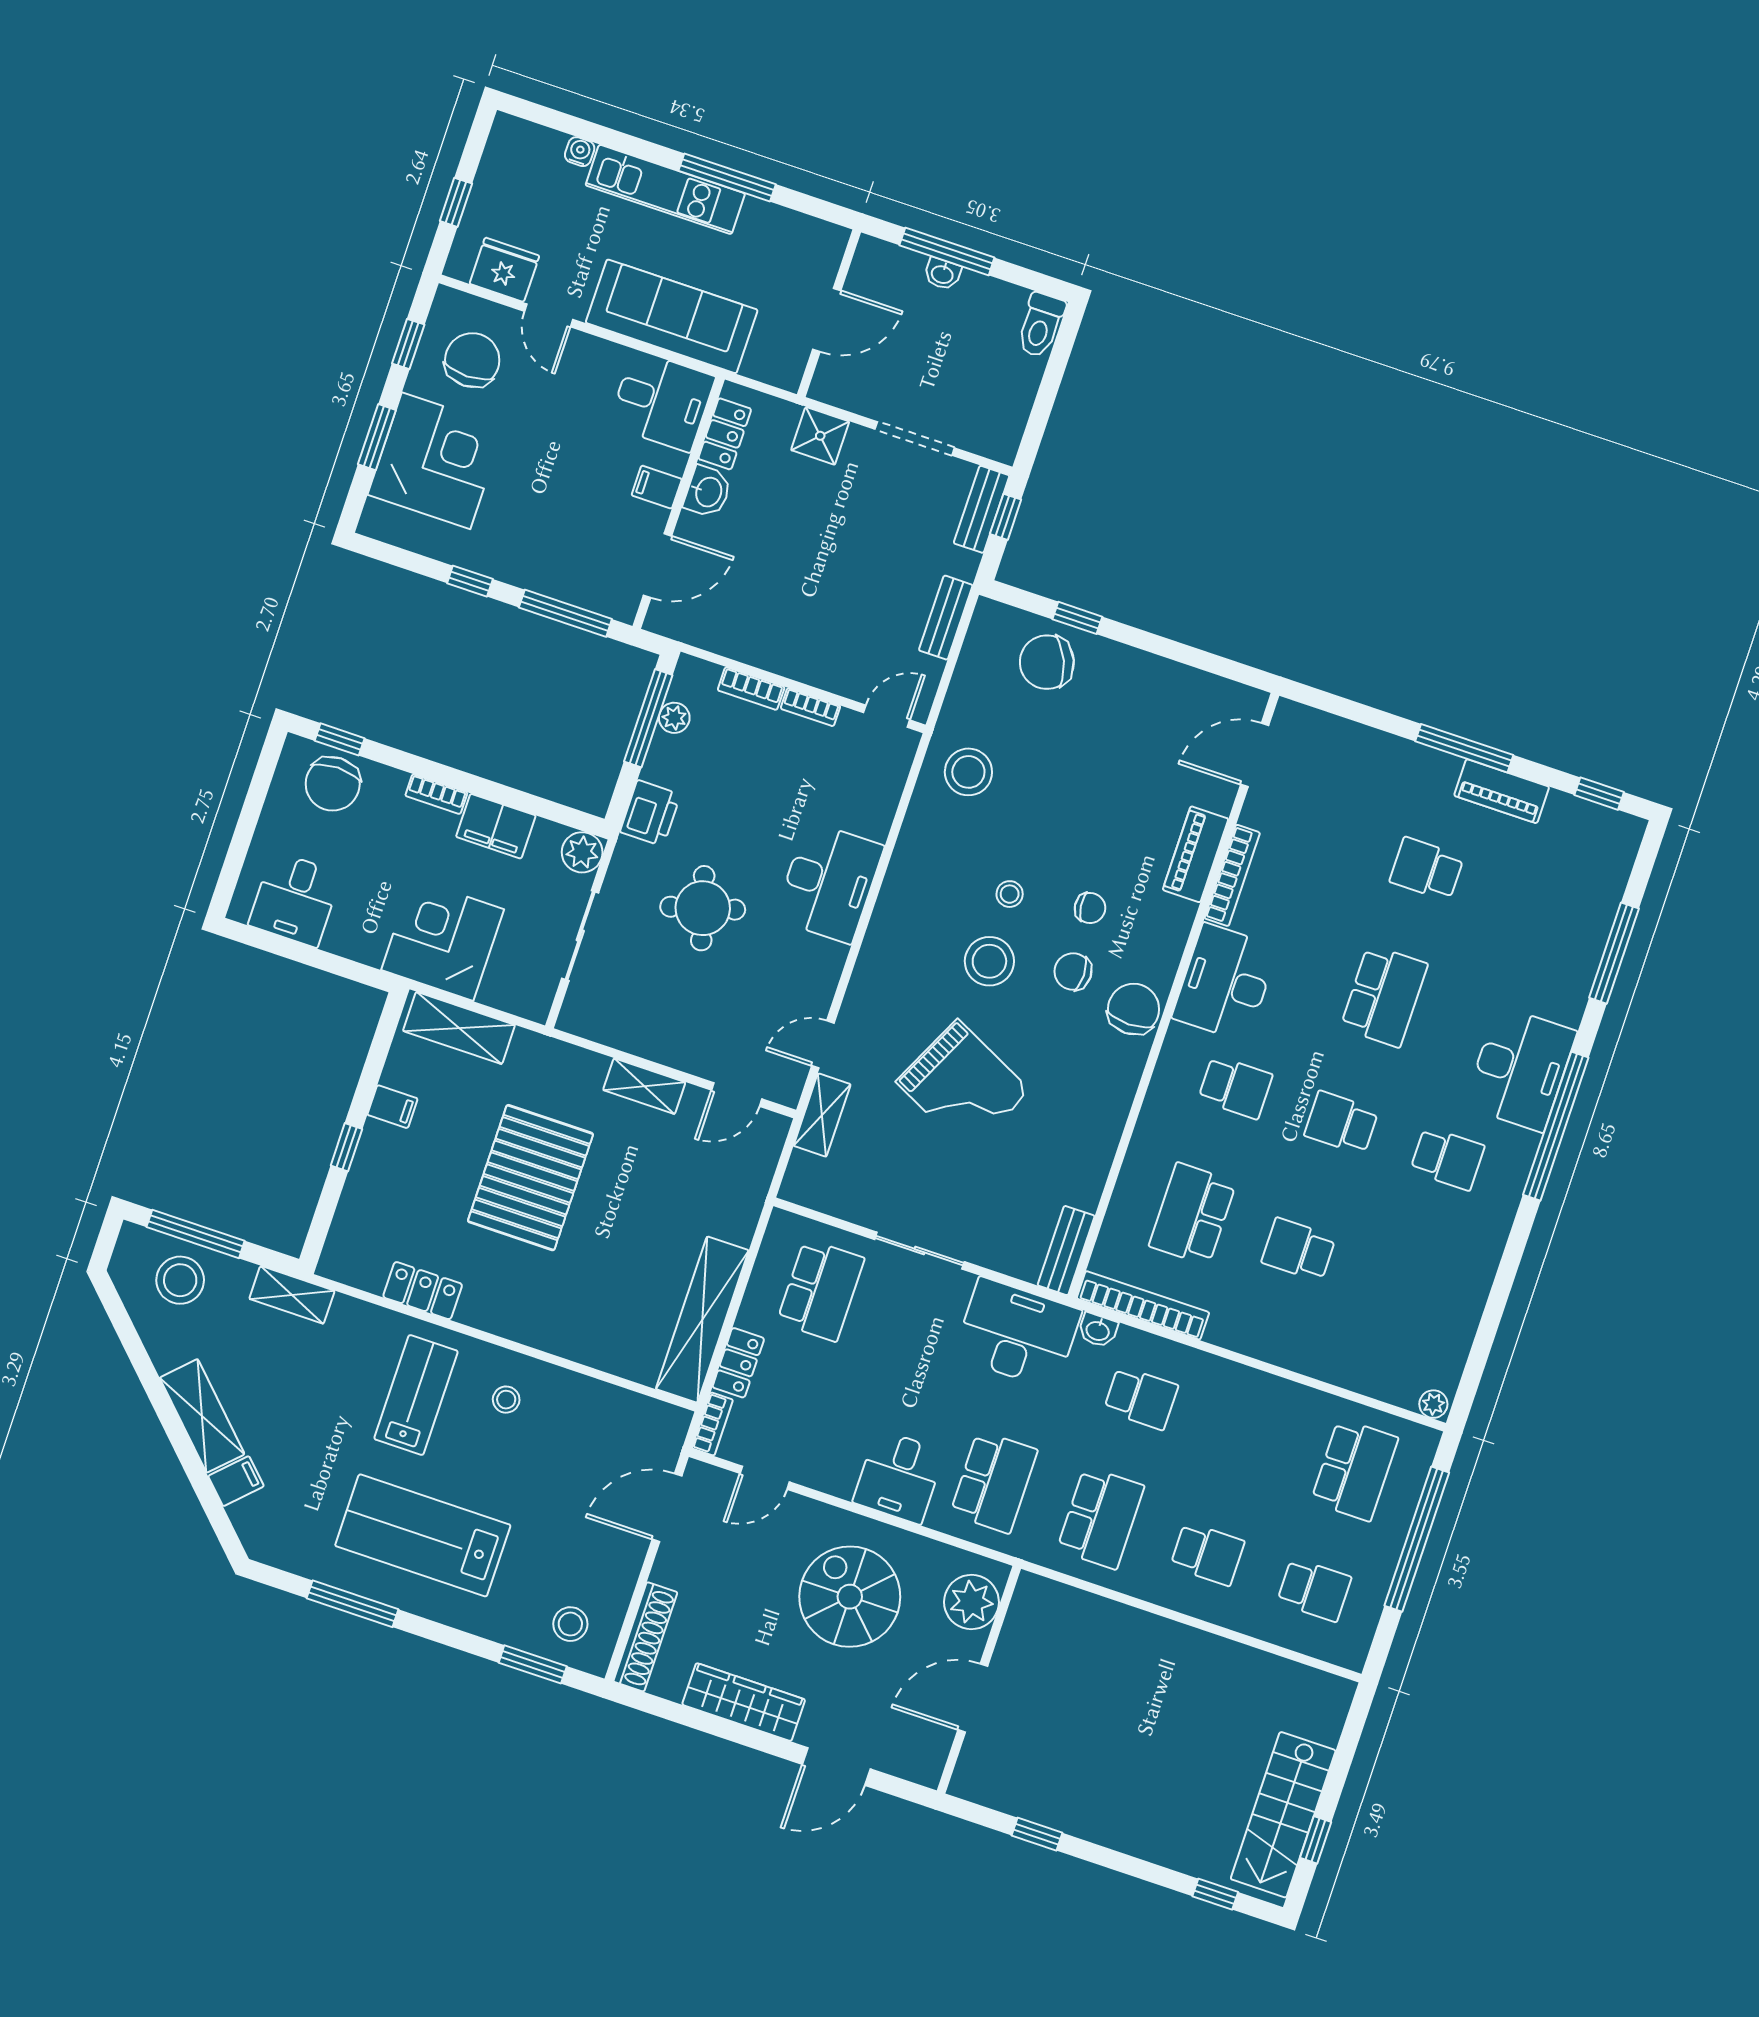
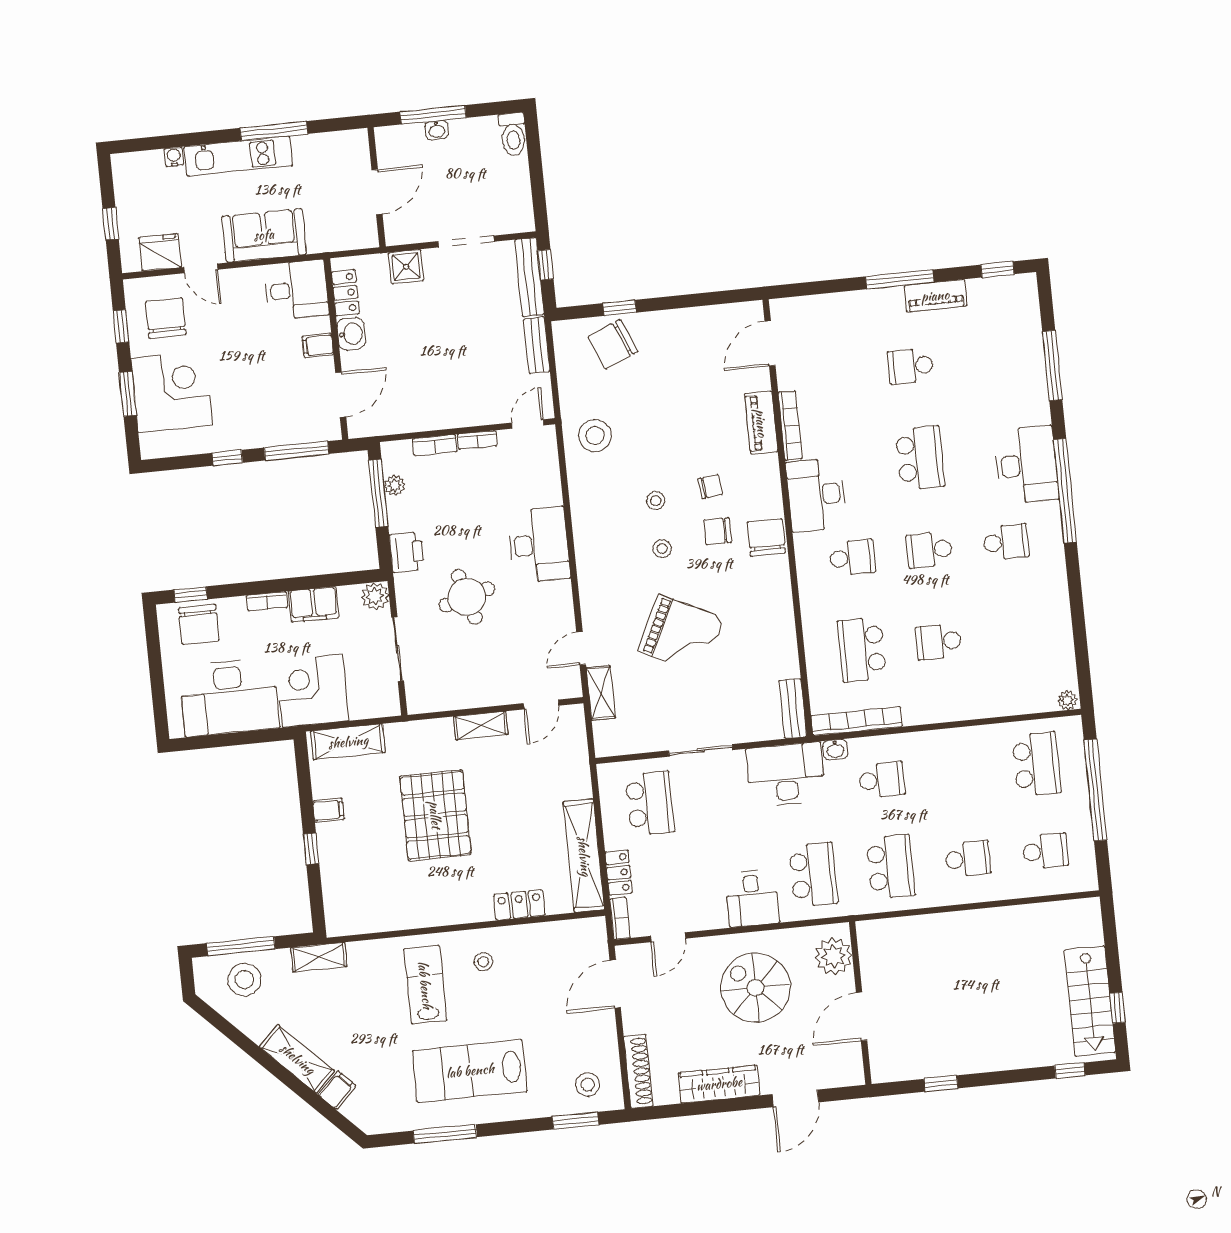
sofa: (672, 316) -> (264, 235), width x0.73
bench: (982, 509) -> (529, 277), width x1.36
desk: (295, 899) -> (229, 697), width x1.87, depth x1.30
stool: (989, 961) -> (662, 549), width x0.53, depth x0.53
locker: (423, 1291) -> (519, 905), moved

